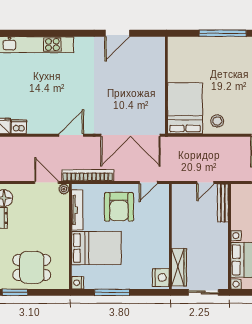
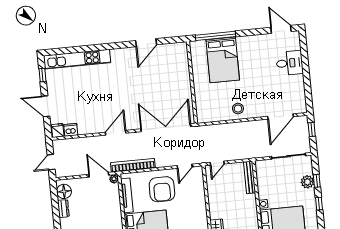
window: (223, 33) -> (215, 36), moved
bed: (185, 108) -> (223, 60), moved, turned 180
double door: (130, 135) -> (166, 128), swing flipped
door: (205, 183) -> (217, 163), moved

